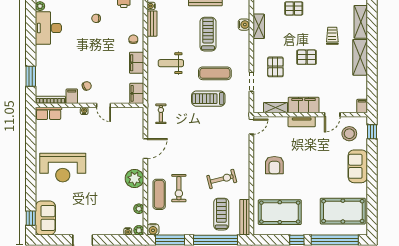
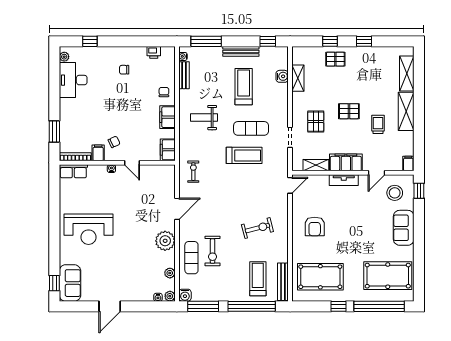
trolley: (332, 36) -> (378, 124), moved
treadmill: (208, 99) -> (244, 155), turned 180
exercise bike: (222, 179) -> (257, 228), moved

